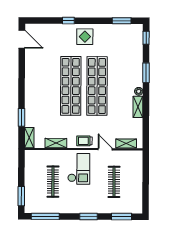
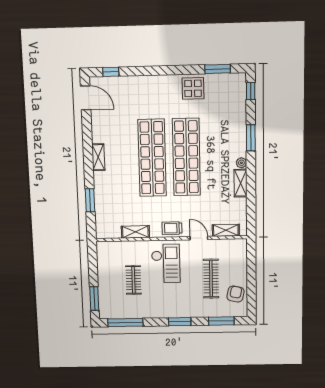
window: (68, 21) -> (111, 72), moved
display table: (85, 37) -> (193, 88), moved
shelving: (29, 138) -> (98, 157), moved
clothes rail: (53, 182) -> (133, 280), width x0.73
armchair: (133, 195) -> (236, 294), added

